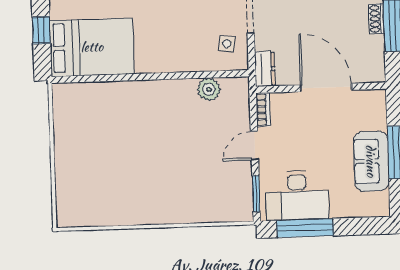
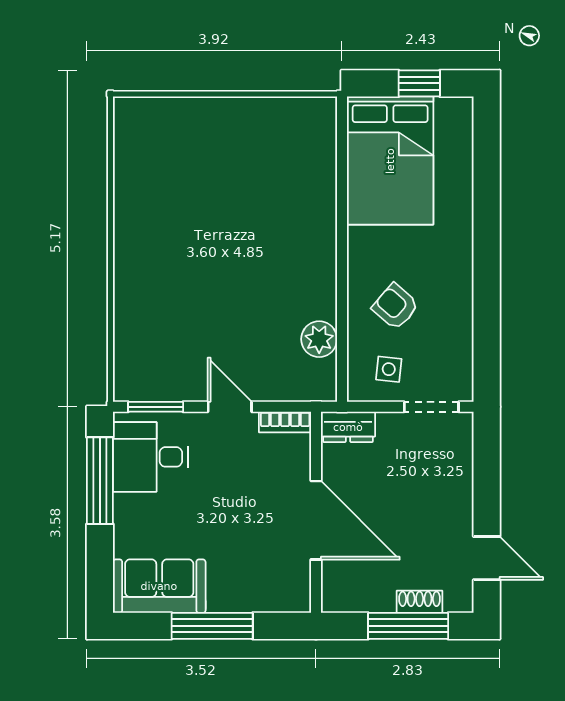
armchair: (186, 41) -> (395, 307), added
door: (326, 88) -> (316, 520), hinge flipped
sofa: (371, 161) -> (159, 586), moved
desk: (297, 196) -> (151, 457), width x0.73

